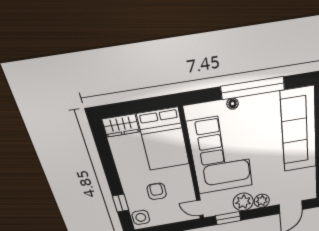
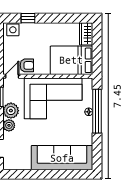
window: (253, 88) -> (97, 111), moved
armchair: (157, 191) -> (27, 65), moved

